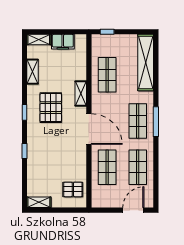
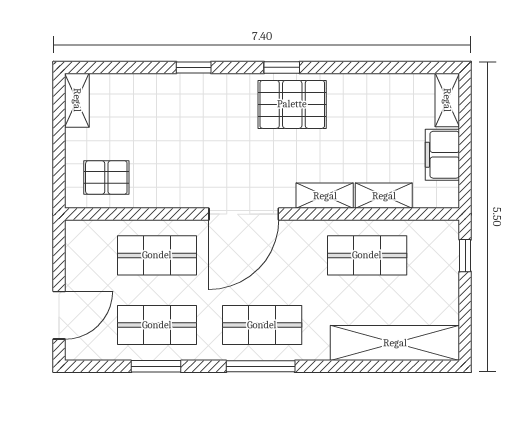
shelving: (33, 72) -> (384, 196), moved
pallet: (51, 108) -> (292, 104), moved
window: (156, 168) -> (156, 366), added
pallet: (73, 189) -> (106, 177), turned 90
door: (133, 210) -> (59, 315), hinge flipped

